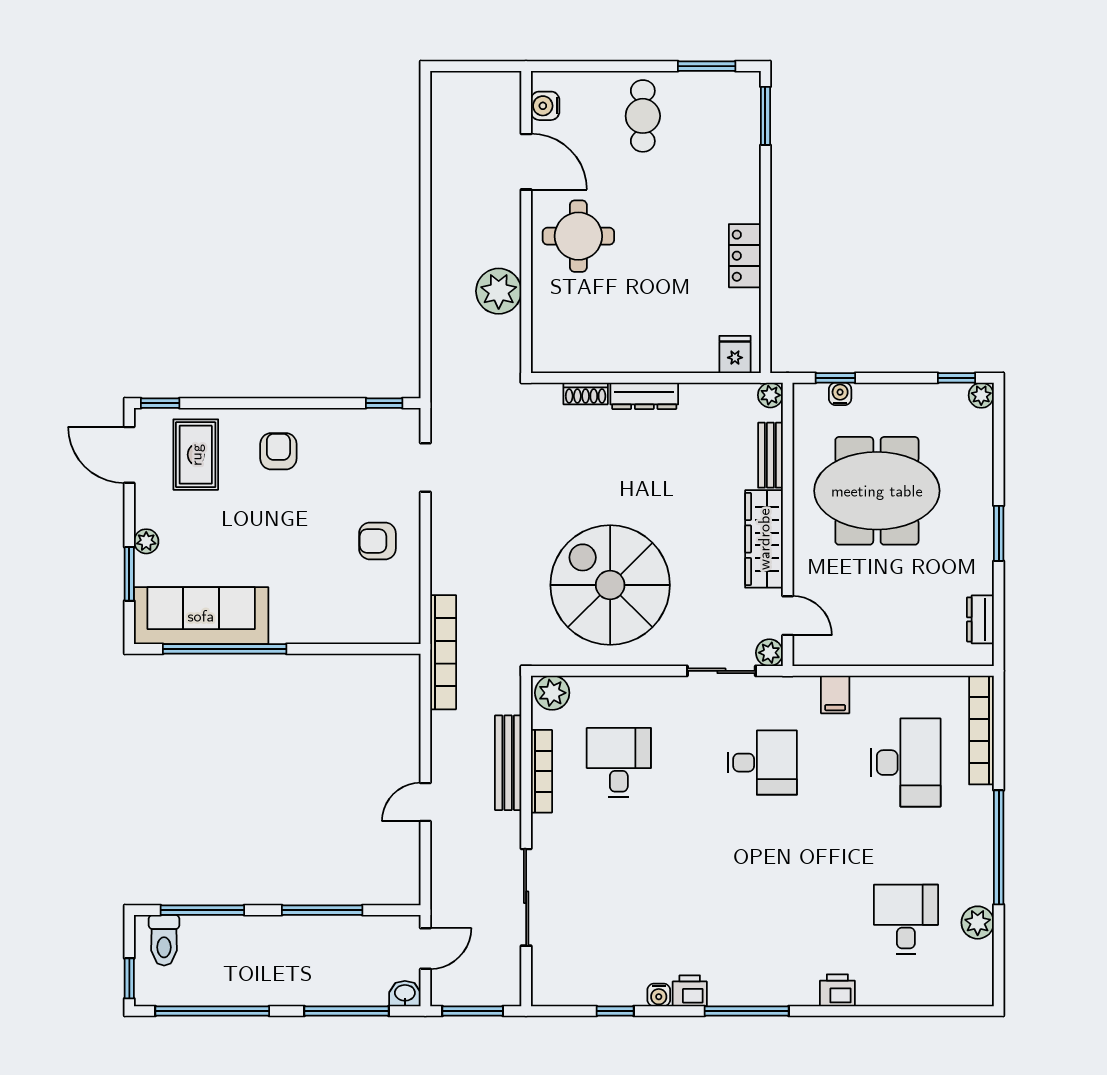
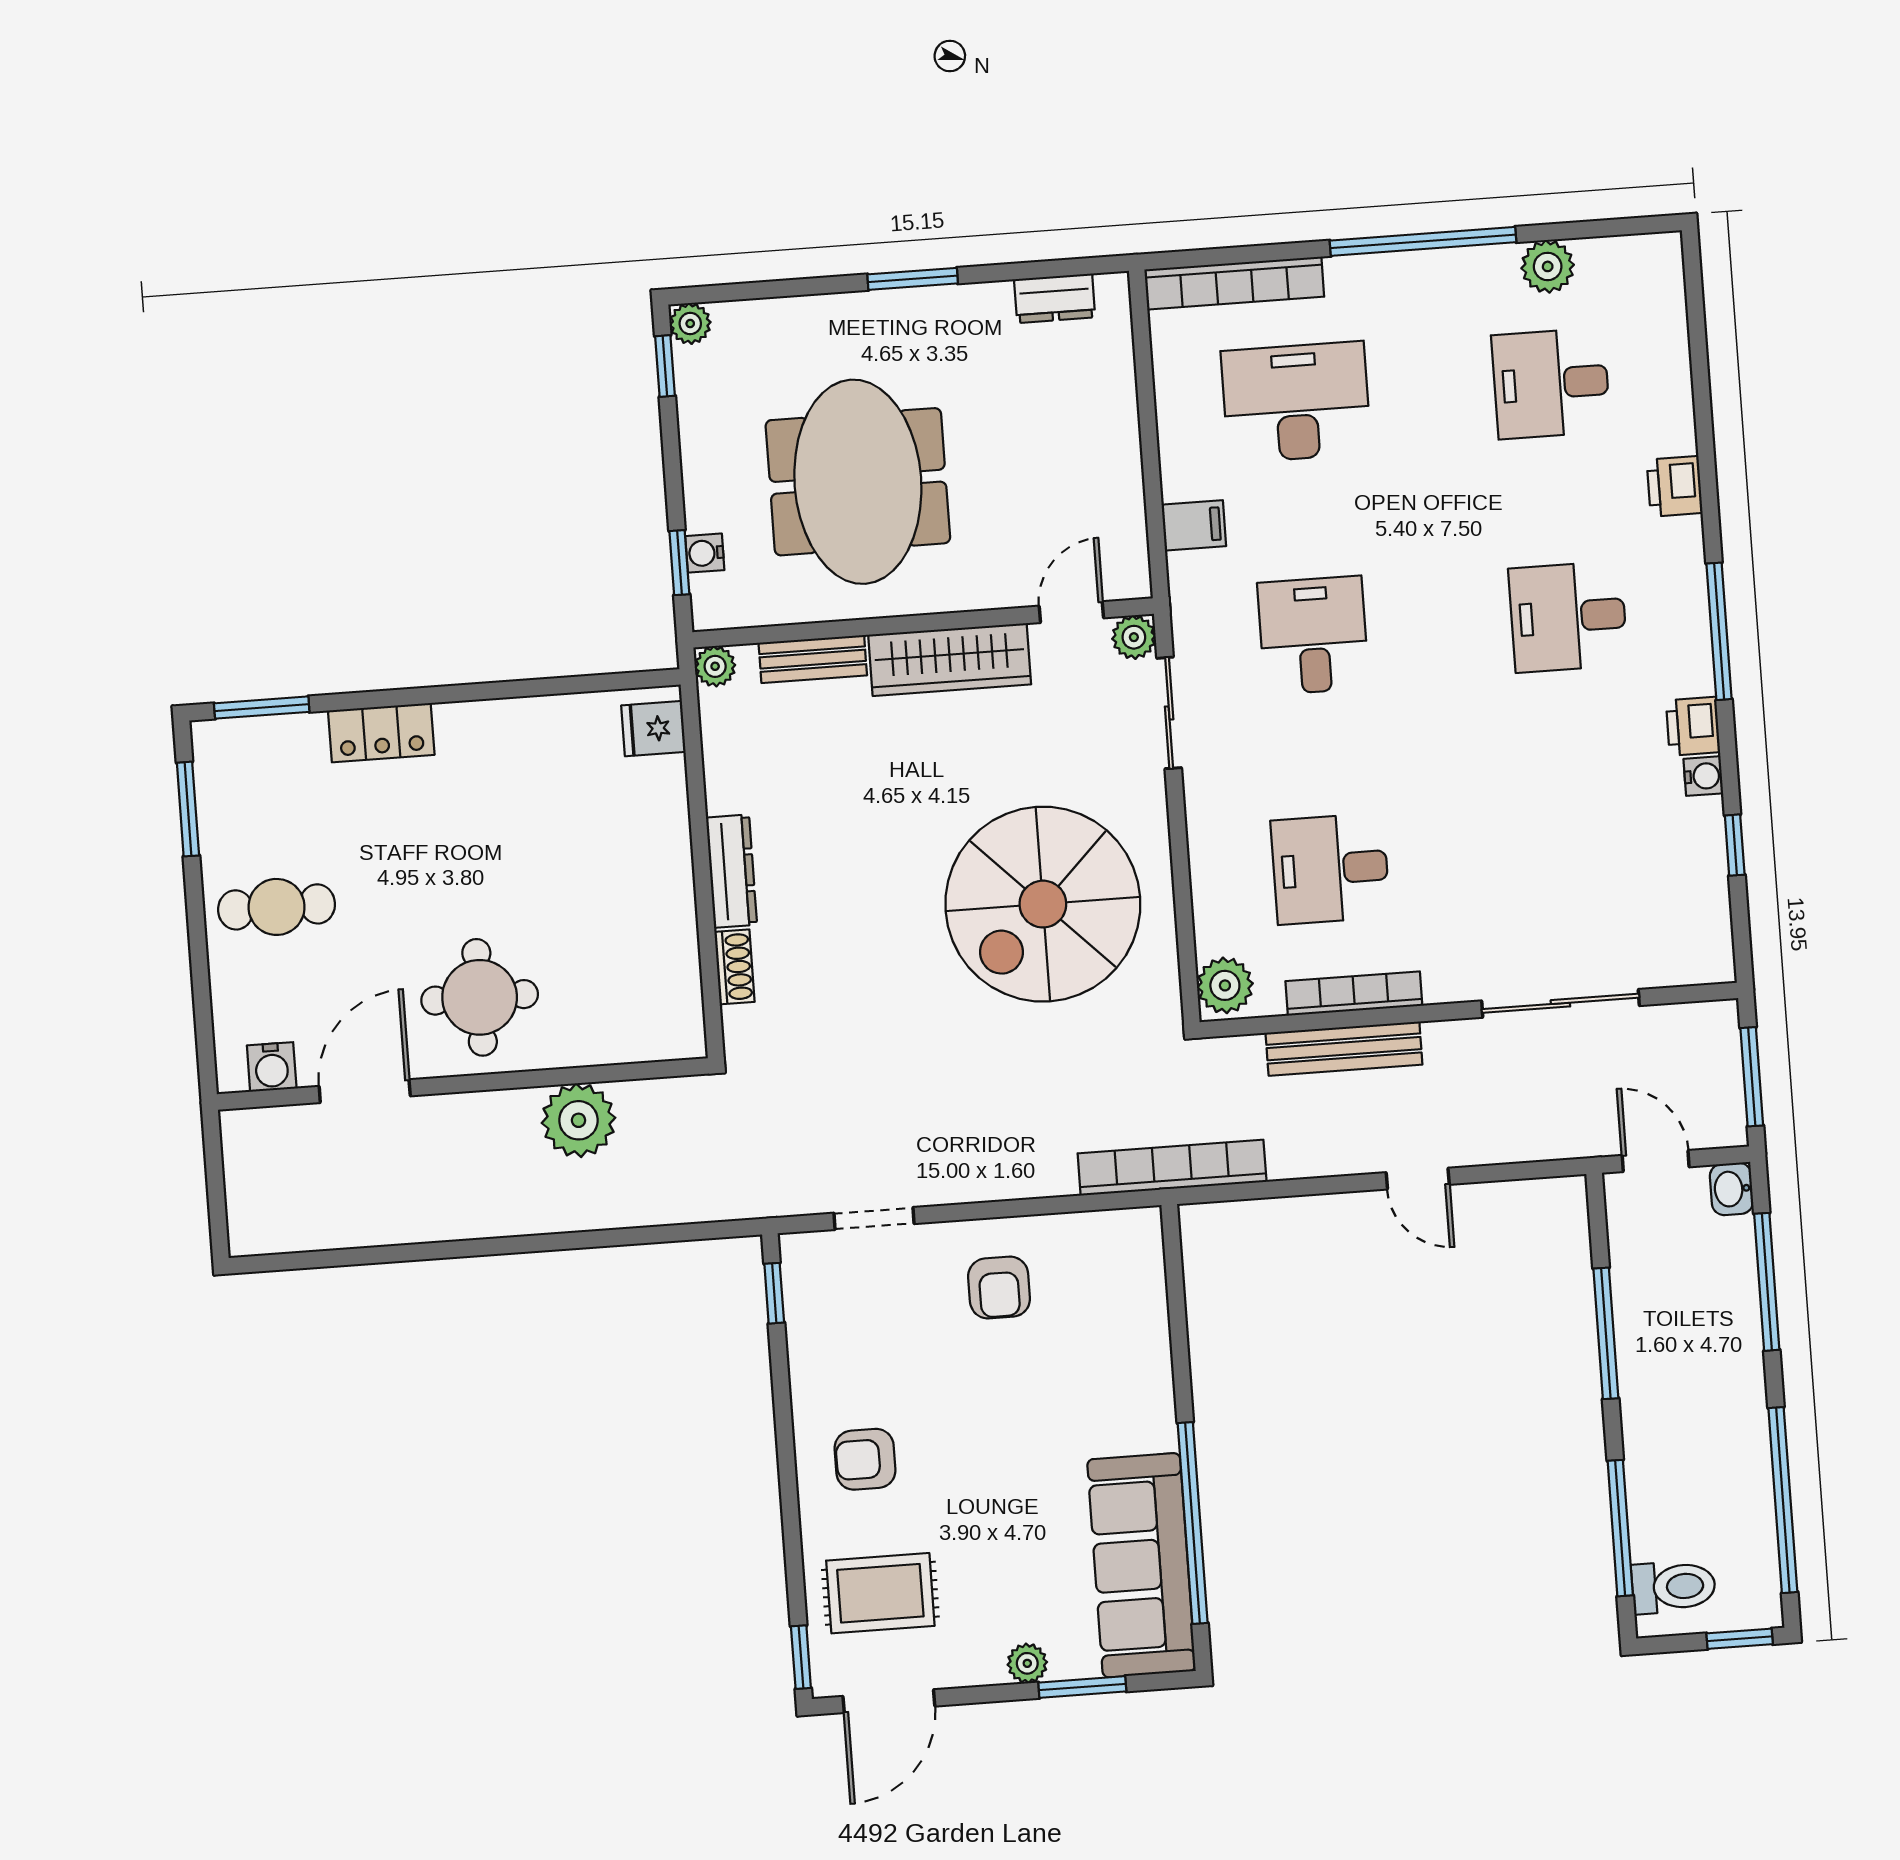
locker: (745, 256) -> (381, 733), moved
desk: (762, 919) -> (1568, 617), added

